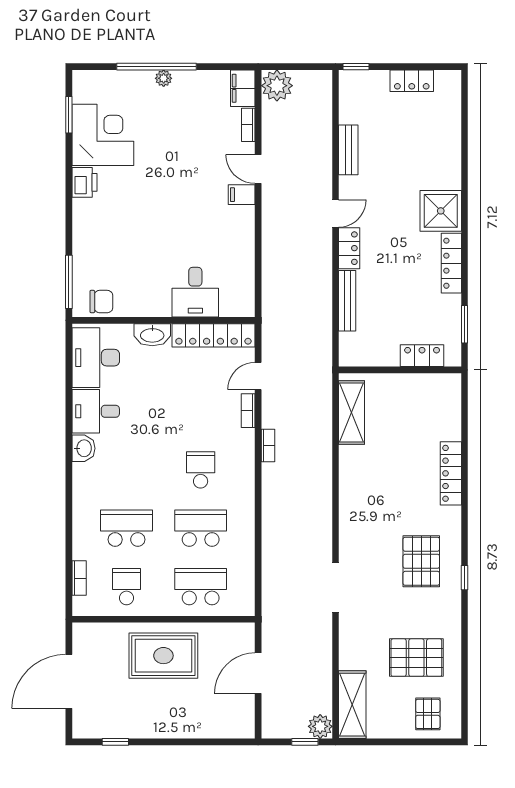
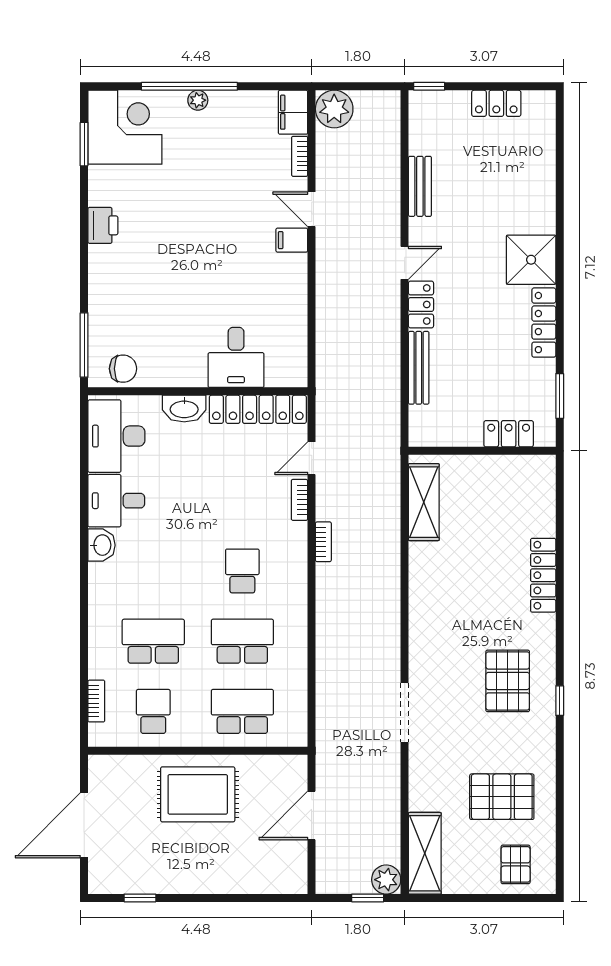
corner desk: (103, 135) -> (125, 127), moved

